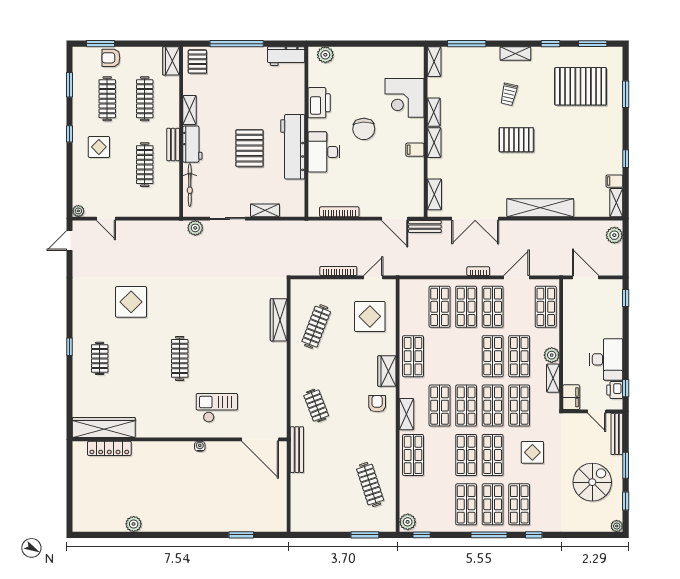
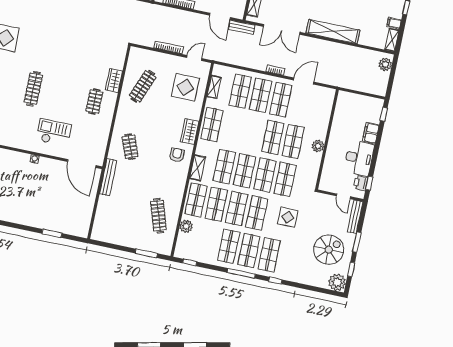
door: (586, 277) -> (356, 92), removed
shop shelf: (546, 307) -> (216, 204), moved
wardrobe: (279, 320) -> (114, 80), width x0.67
clothes rail: (260, 358) -> (94, 102), added
shelving: (553, 378) -> (214, 87), moved
filing cabinet: (571, 397) -> (371, 133), moved, turned 180
plant: (408, 522) -> (186, 226), moved
plant: (617, 526) -> (337, 282), width x1.87, depth x1.87

